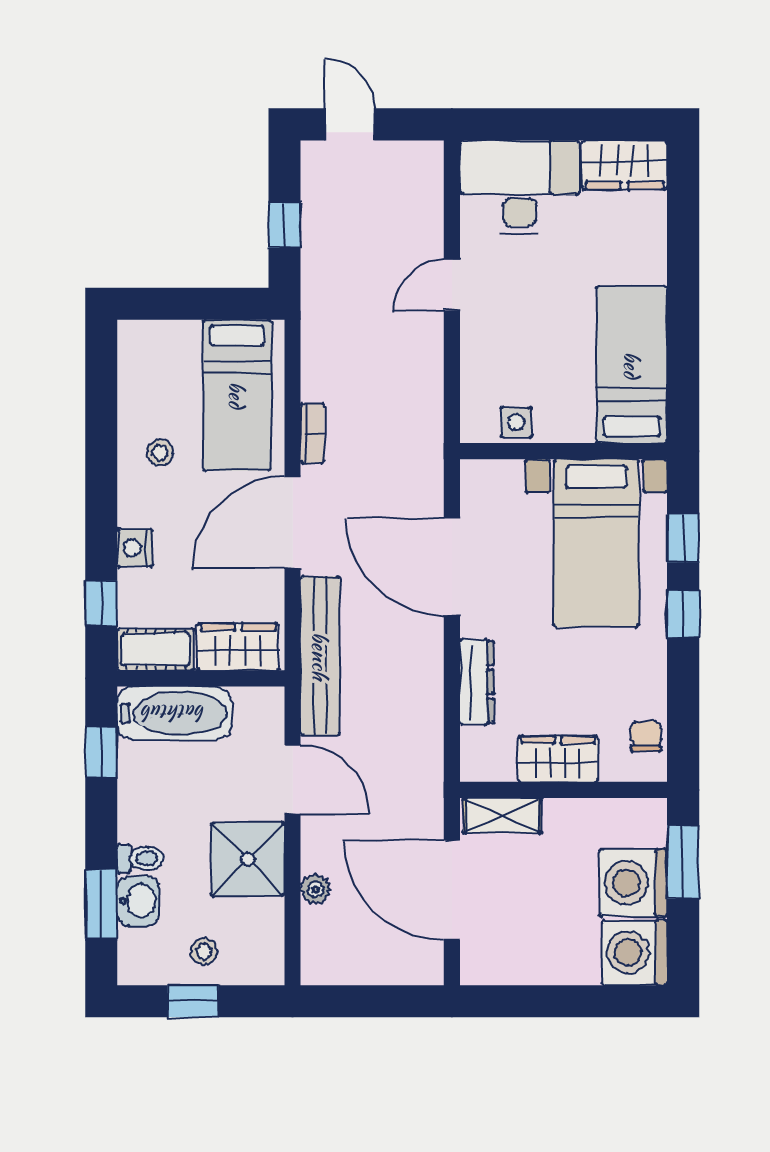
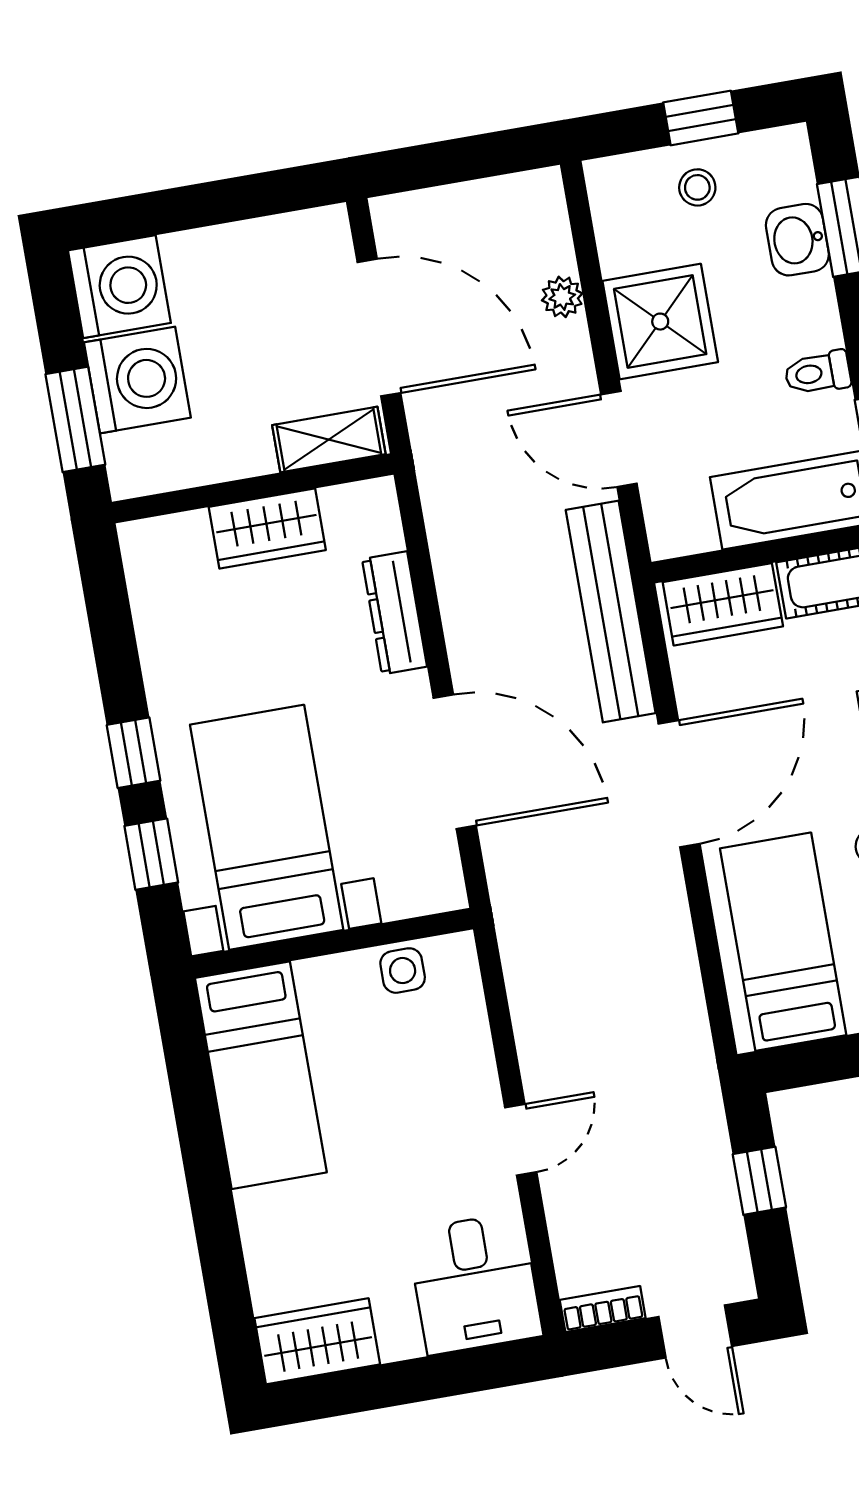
desk: (519, 187) -> (475, 1283), width x0.73
bookcase: (312, 433) -> (603, 1309), moved, turned 90
chair: (646, 736) -> (155, 580), removed
toilet: (140, 858) -> (818, 373), moved

